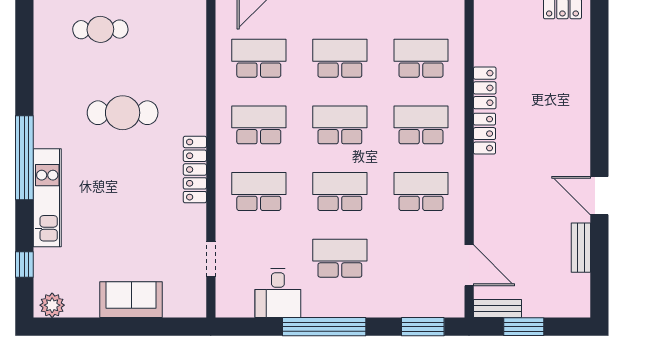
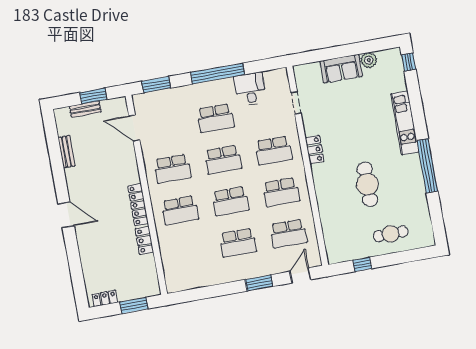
school desk: (421, 58) -> (187, 252), removed
cafe table: (123, 113) -> (367, 184), turned 90
locker: (484, 134) -> (138, 205), width x1.53
window: (24, 158) -> (427, 166), moved
locker: (195, 170) -> (315, 150), width x0.66
door: (599, 196) -> (66, 215), moved
window: (24, 264) -> (409, 62), moved
plant: (52, 305) -> (369, 60), moved
bench: (497, 309) -> (85, 109), moved

